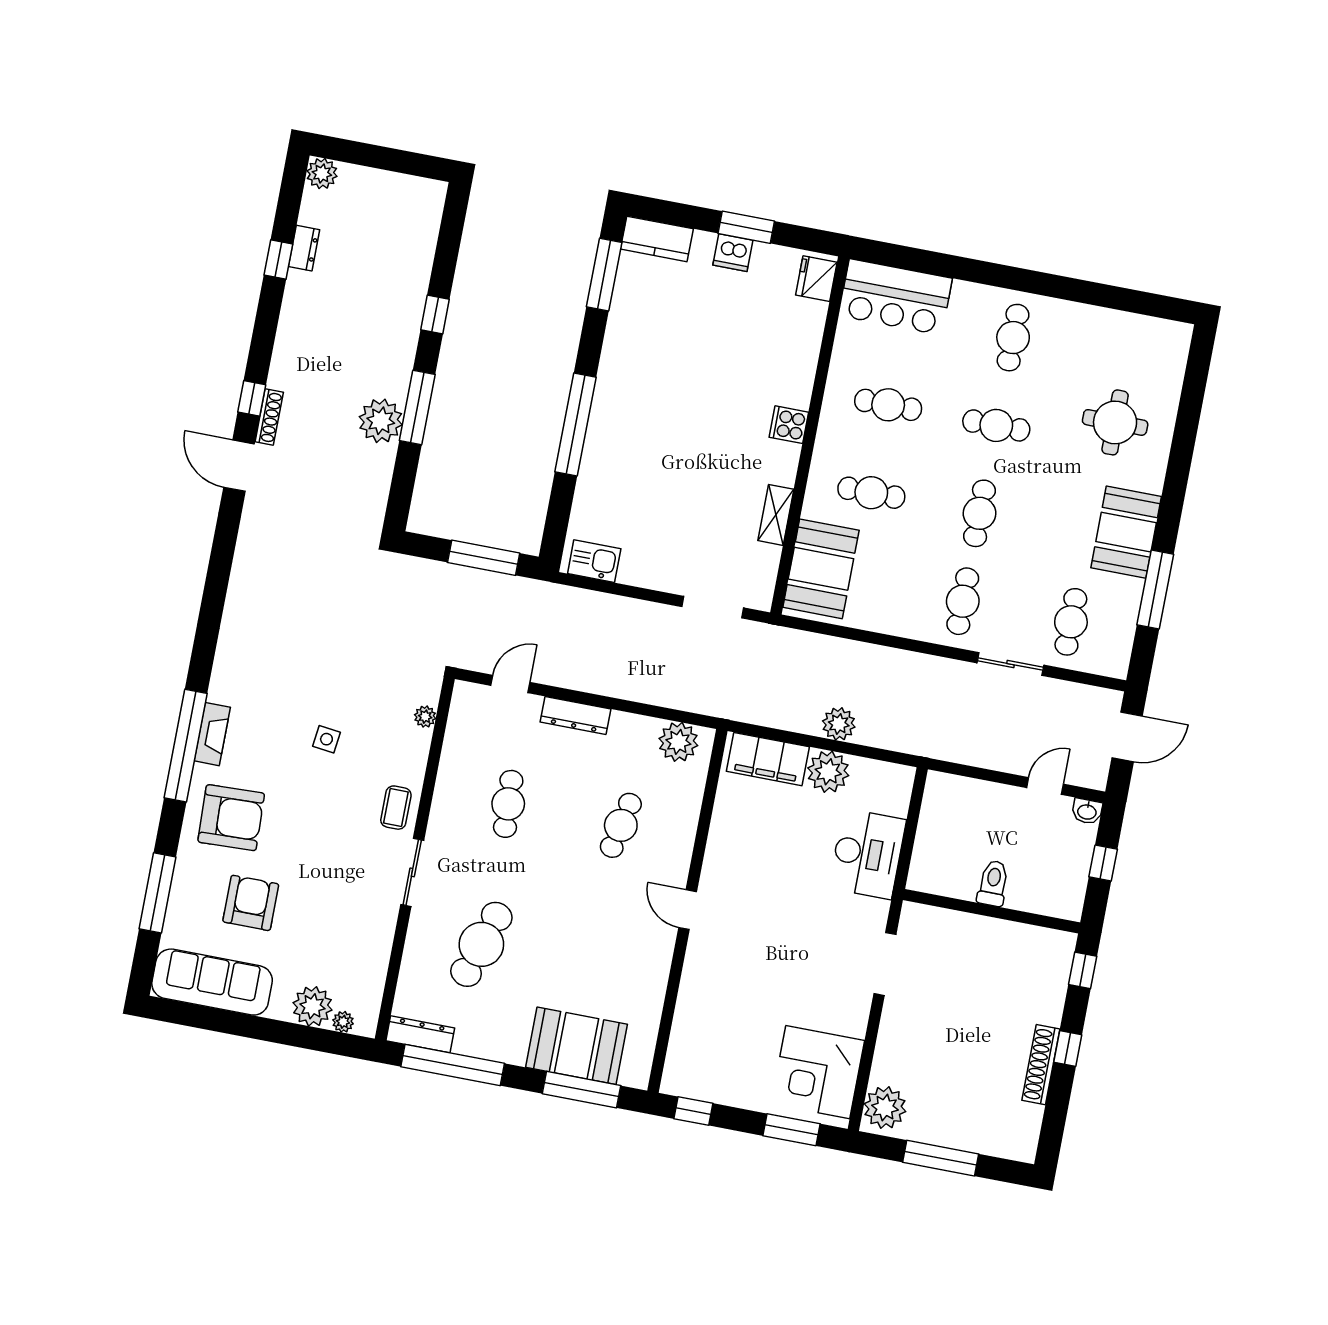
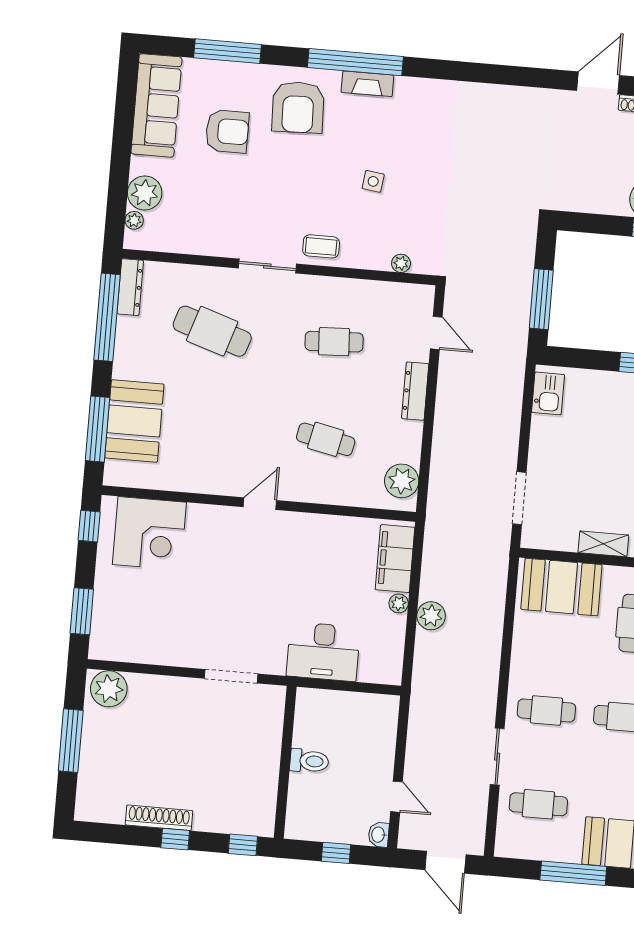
plant: (828, 772) -> (399, 603), width x0.53, depth x0.53
corner desk: (818, 1072) -> (149, 533), moved, turned 180

